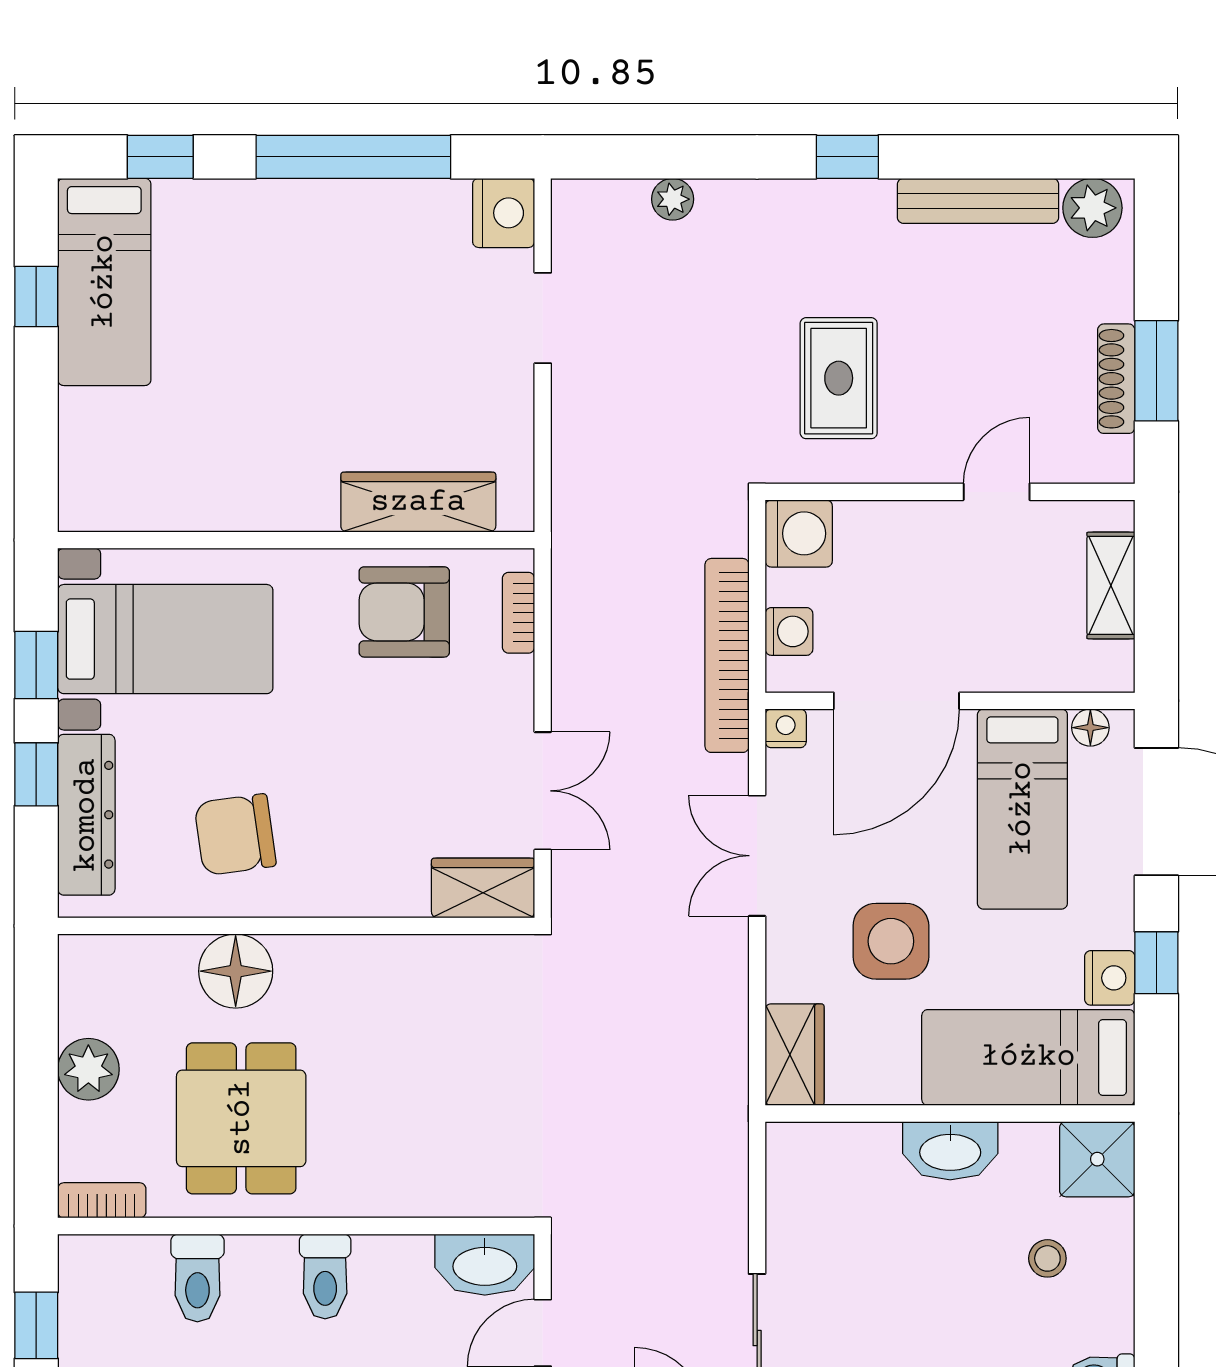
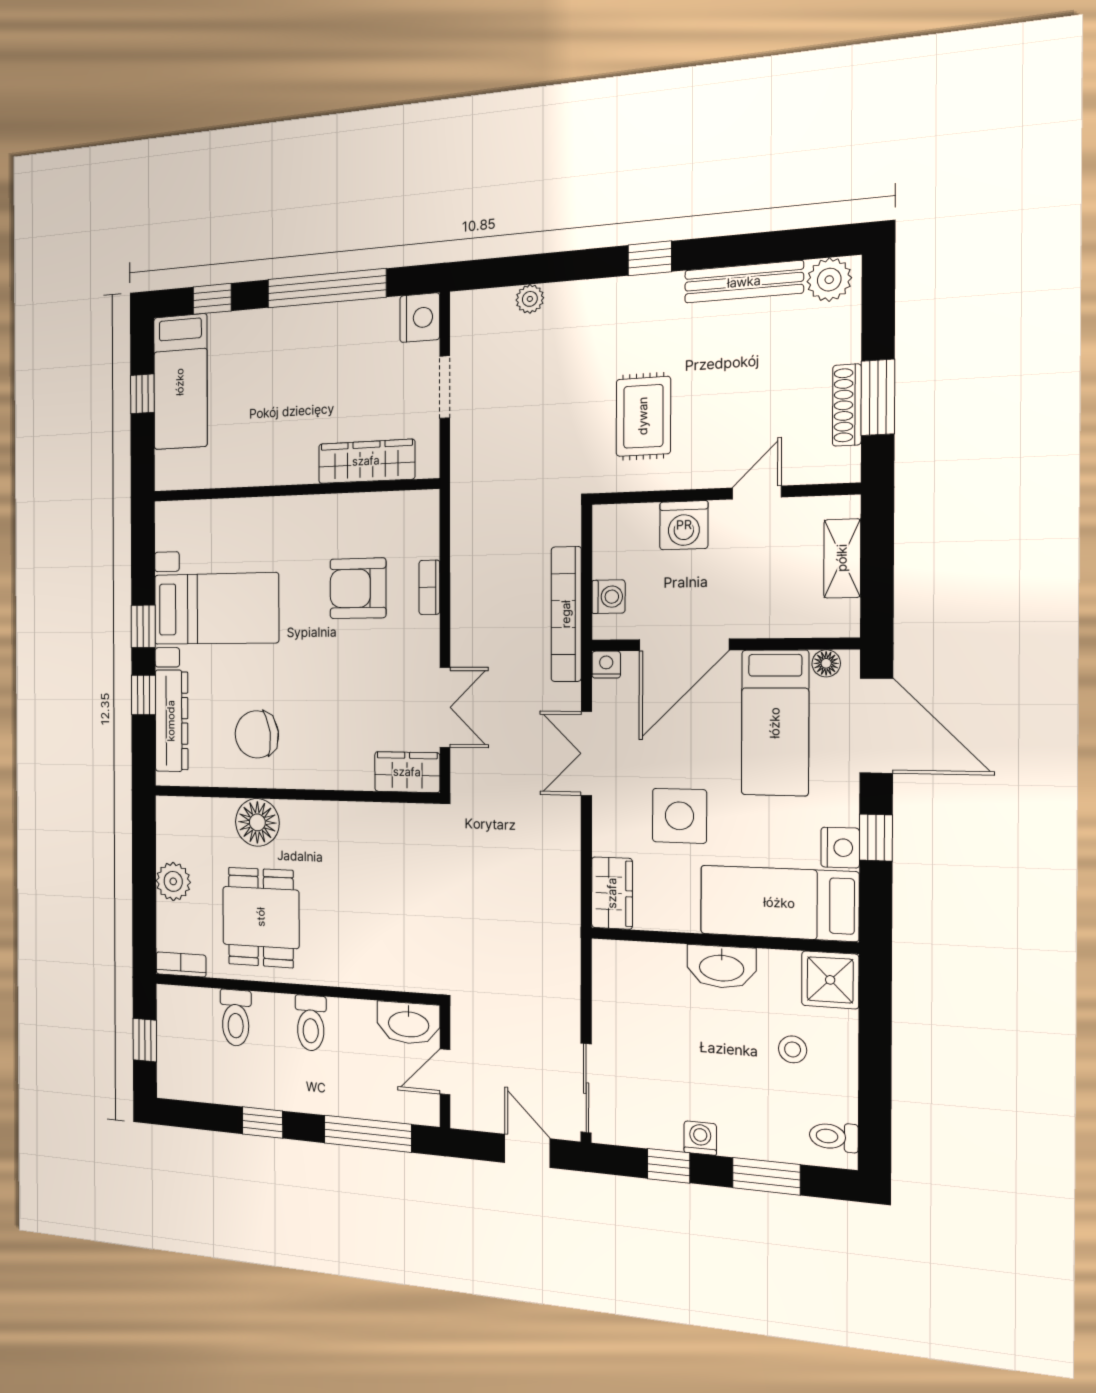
wardrobe: (418, 502) -> (366, 461), moved
washing machine: (799, 533) -> (684, 525), moved, turned 90
wall: (296, 540) -> (292, 490), moved

